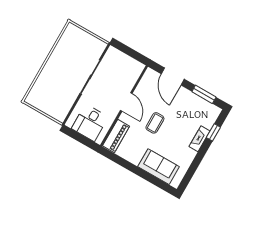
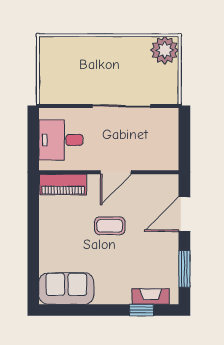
plant: (73, 34) -> (165, 50), added
fireplace: (200, 139) -> (151, 297), moved
sofa: (159, 167) -> (66, 289), moved, turned -90

